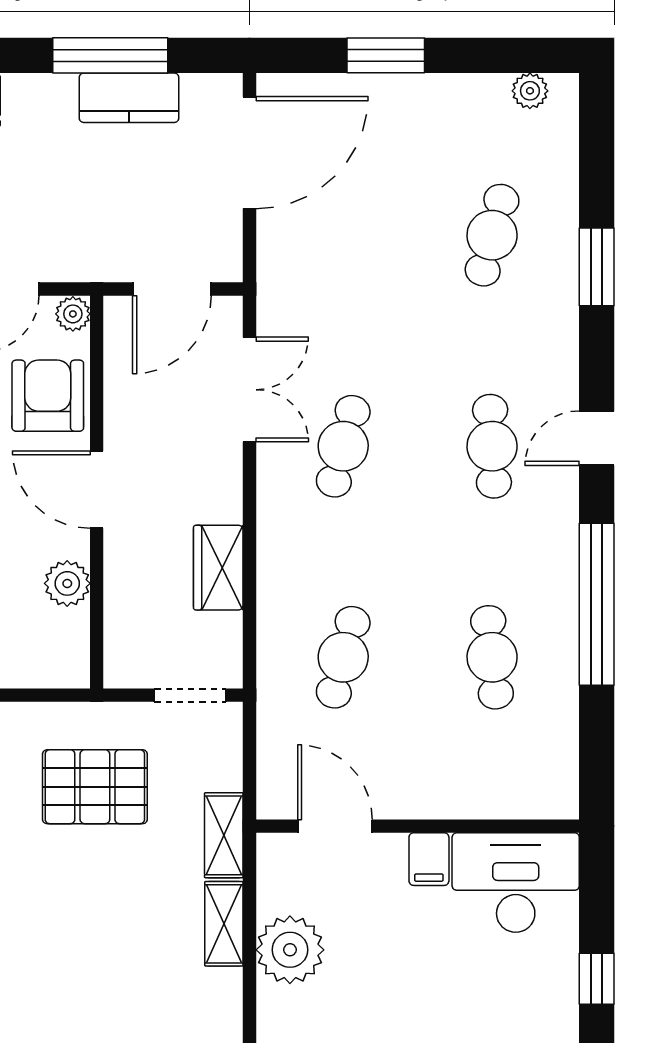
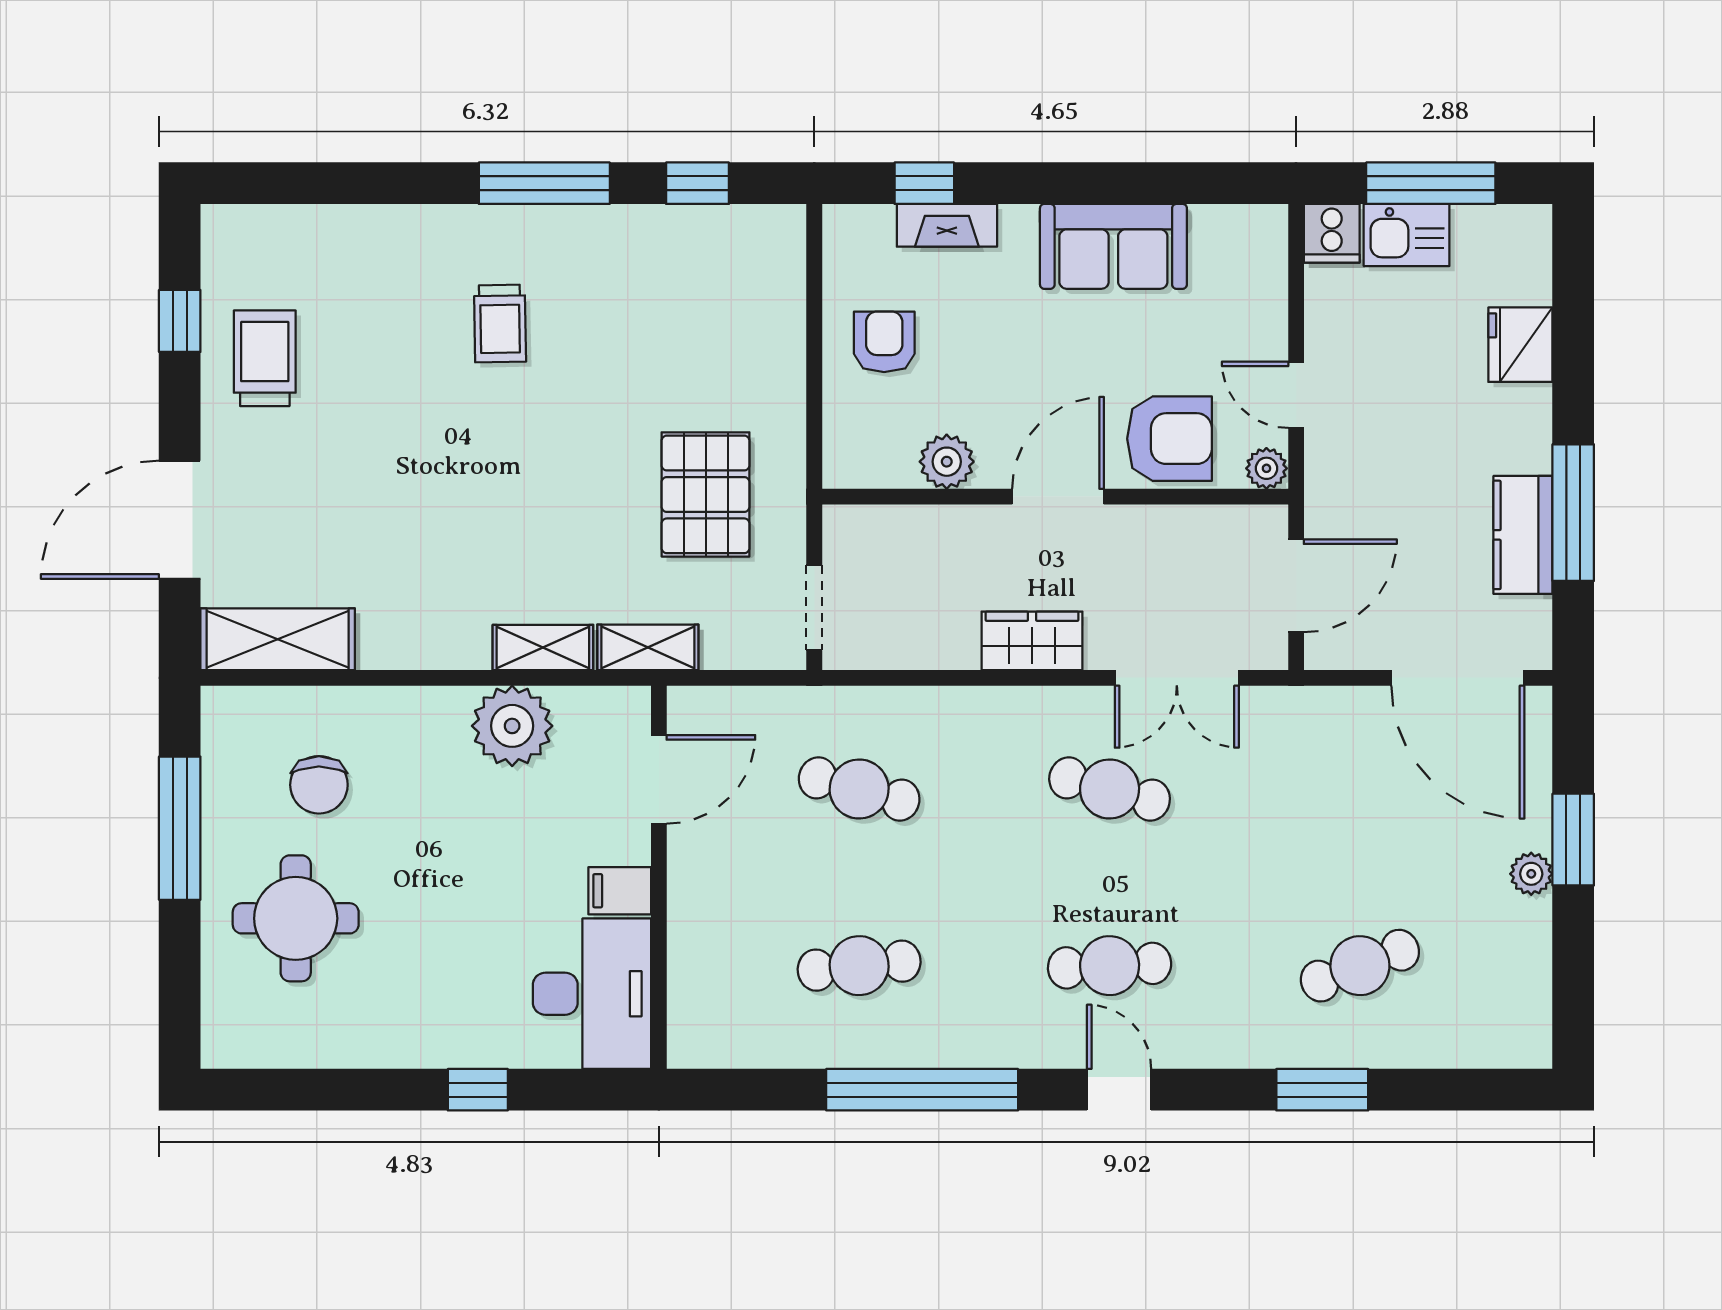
plant: (530, 91) -> (1531, 874), moved
cafe table: (492, 235) -> (1360, 966), turned -36
door: (172, 289) -> (1296, 586), swing flipped
wardrobe: (218, 568) -> (1032, 641), moved

